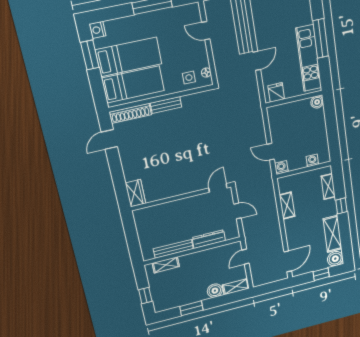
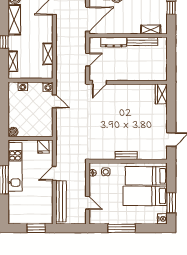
shoe rack: (130, 113) -> (152, 155), removed
door: (237, 211) -> (88, 60), swing flipped
door: (246, 257) -> (88, 19), width x1.88

